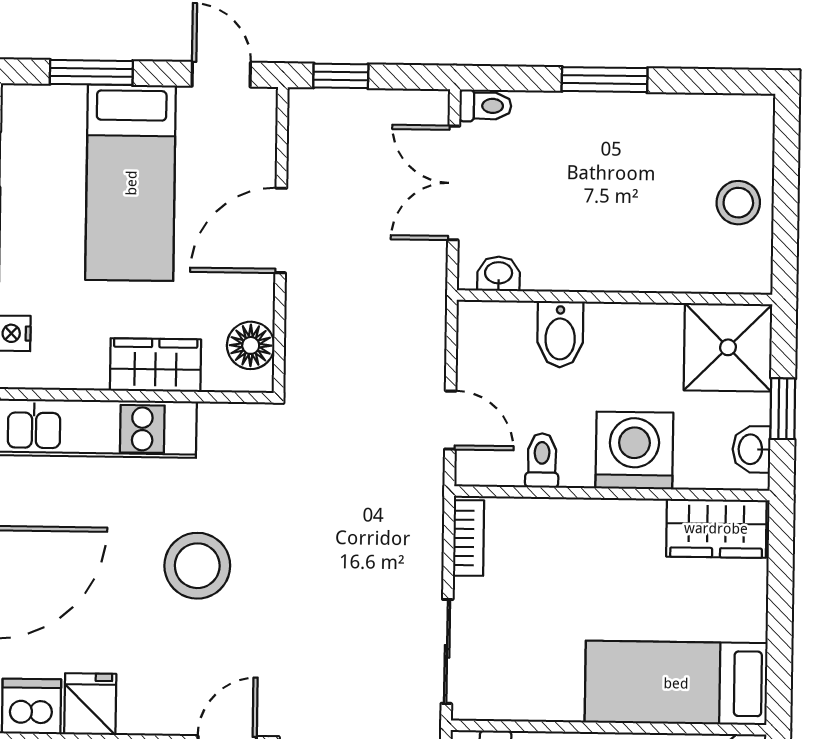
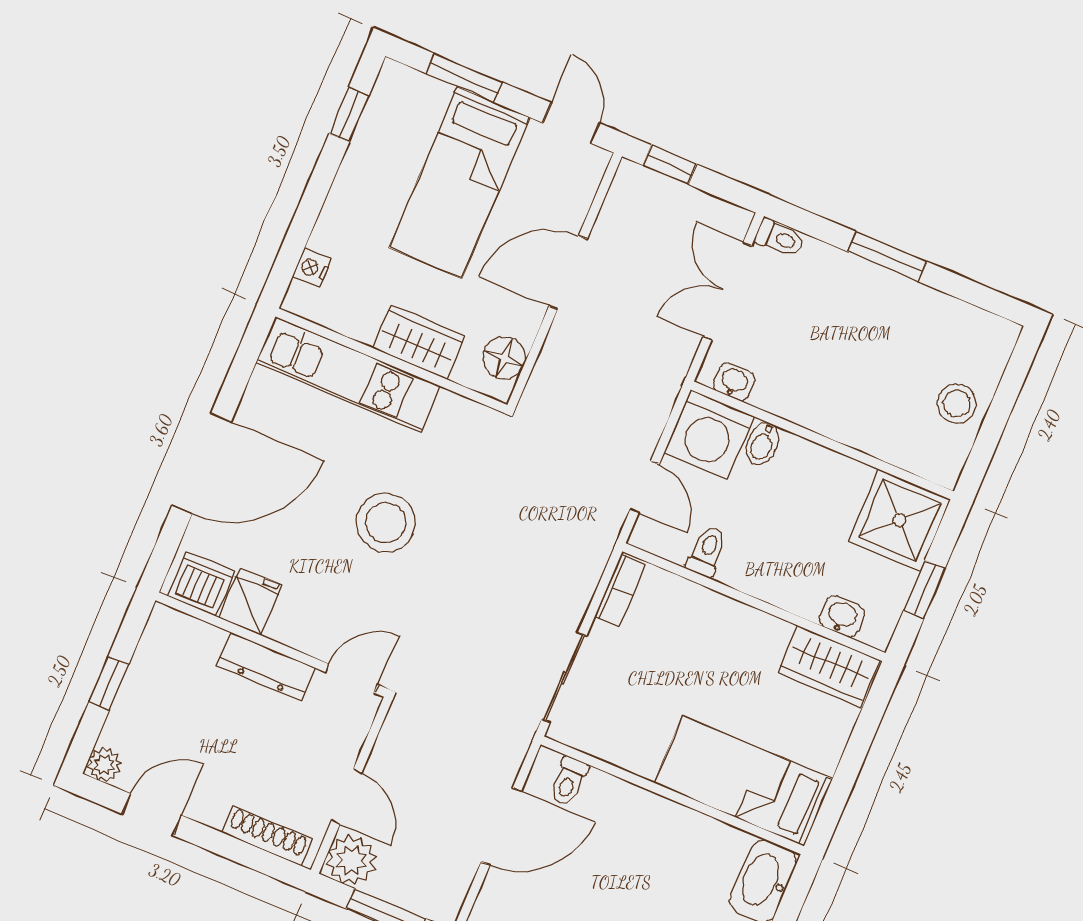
bidet: (560, 334) -> (763, 443), width x0.72, depth x0.74
washbasin: (751, 449) -> (842, 616), moved, turned 90
washing machine: (634, 450) -> (709, 435), moved, turned 180

